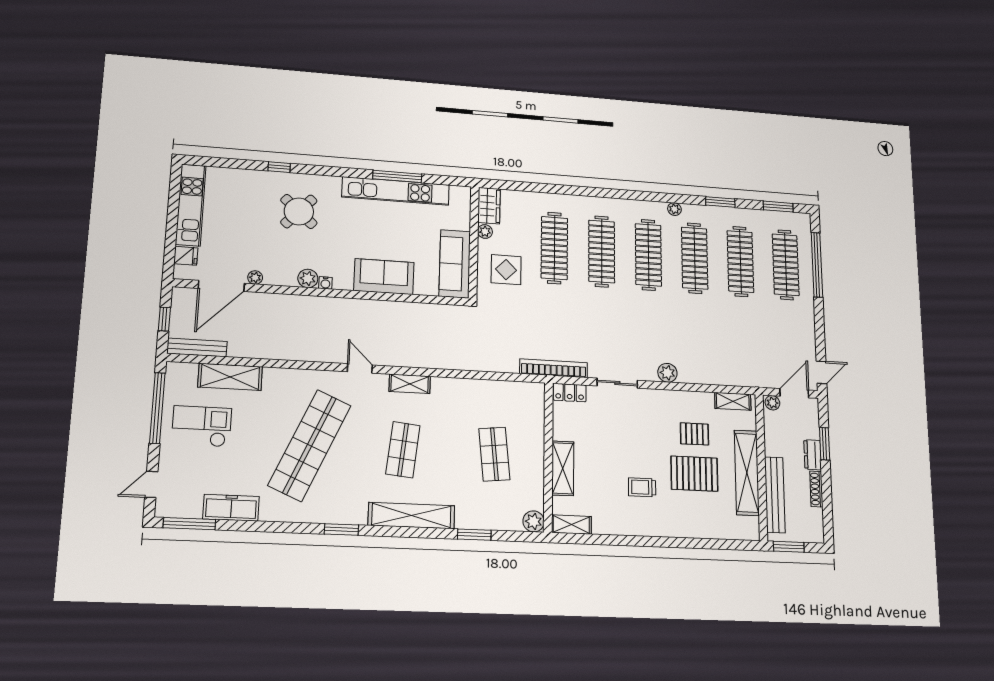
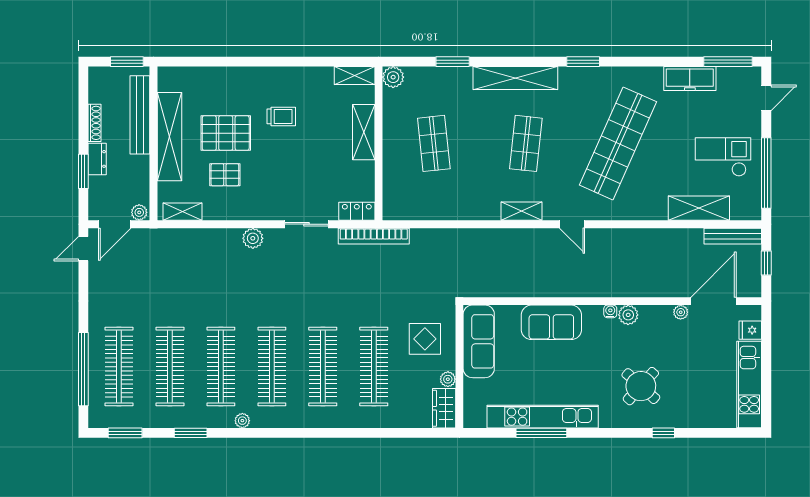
checkout: (202, 426) -> (723, 157), turned 180

